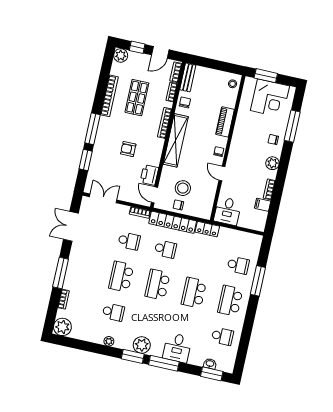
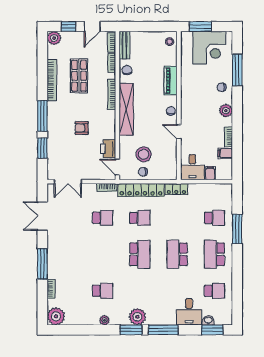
double door: (103, 198) -> (68, 182), swing flipped
filing cabinet: (243, 221) -> (210, 173), added
school desk: (121, 277) -> (102, 254), removed
school desk: (158, 285) -> (140, 254), turned 180
desk: (177, 348) -> (189, 312), moved

